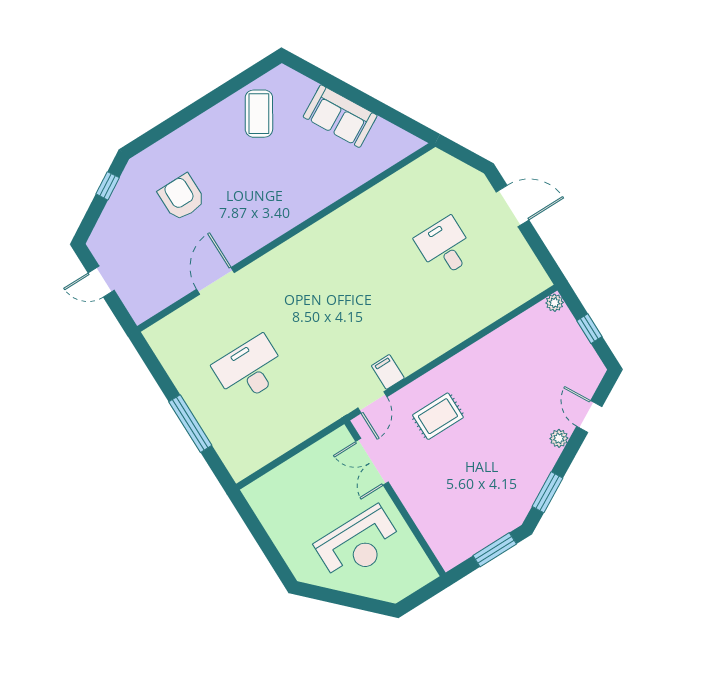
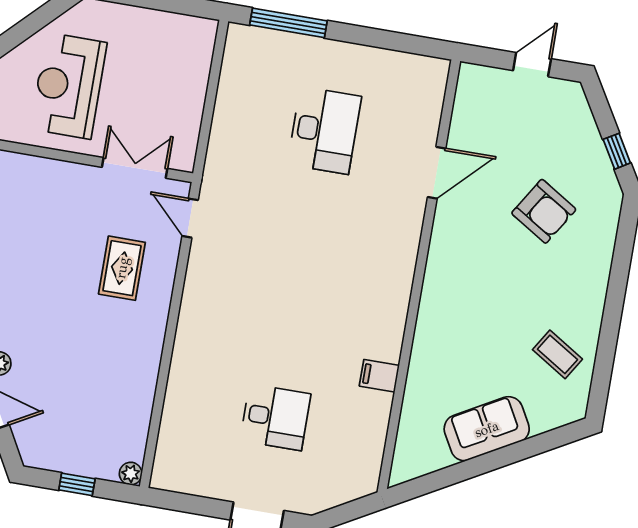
coffee table: (259, 114) -> (557, 354), width x0.73, depth x0.77
armchair: (182, 197) -> (544, 211), turned 32
door: (215, 281) -> (437, 173), hinge flipped
filing cabinet: (388, 372) -> (379, 376), moved, turned 180
window: (190, 424) -> (288, 23), moved

